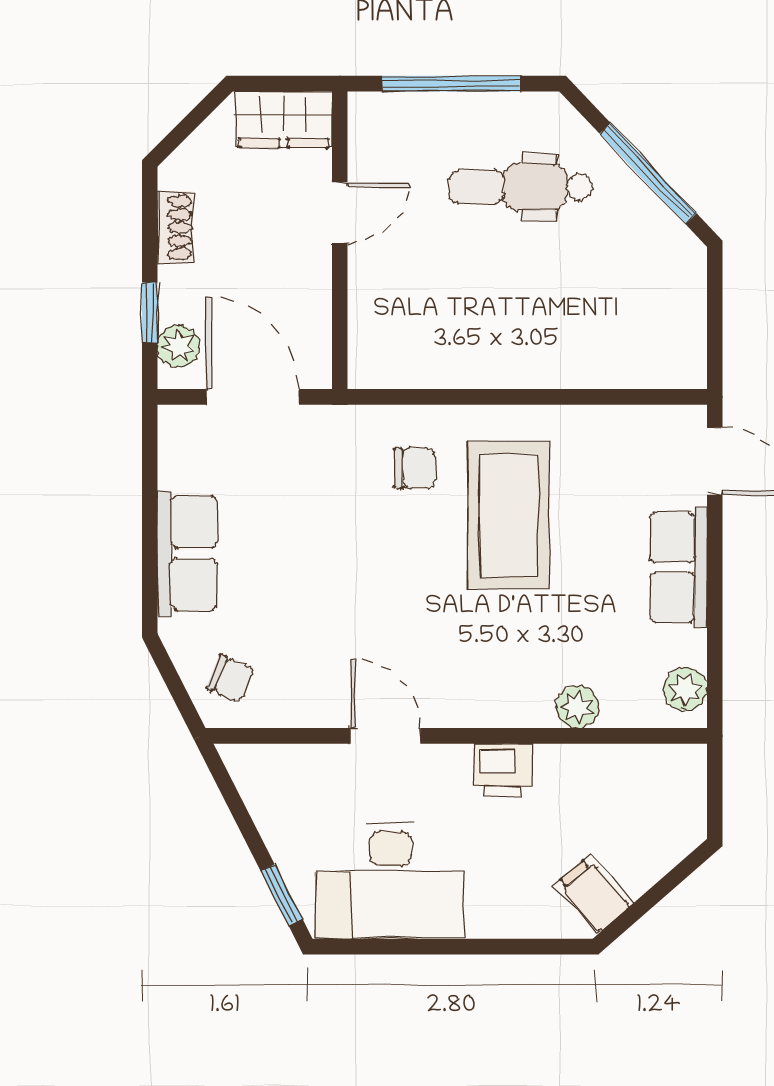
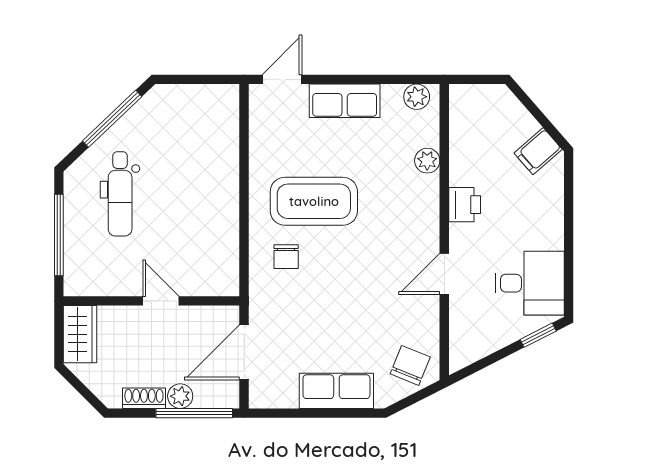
door: (340, 213) -> (161, 301), moved
window: (150, 313) -> (194, 413), width x2.17
plant: (179, 346) -> (180, 396), moved
chair: (415, 468) -> (286, 257), turned 180
chair: (231, 678) -> (410, 365), width x1.37, depth x1.37
desk: (390, 880) -> (530, 283), width x0.73

